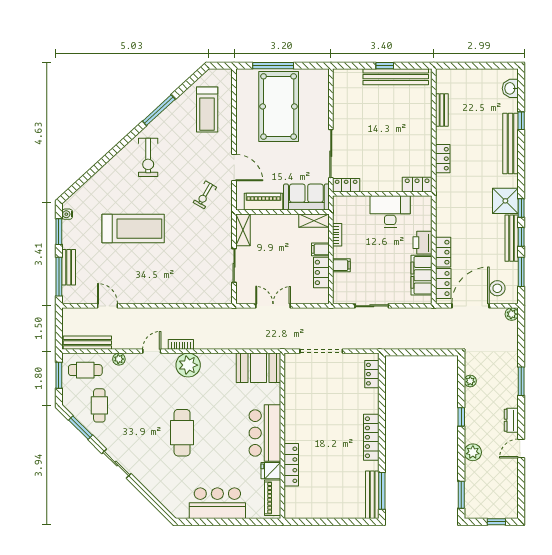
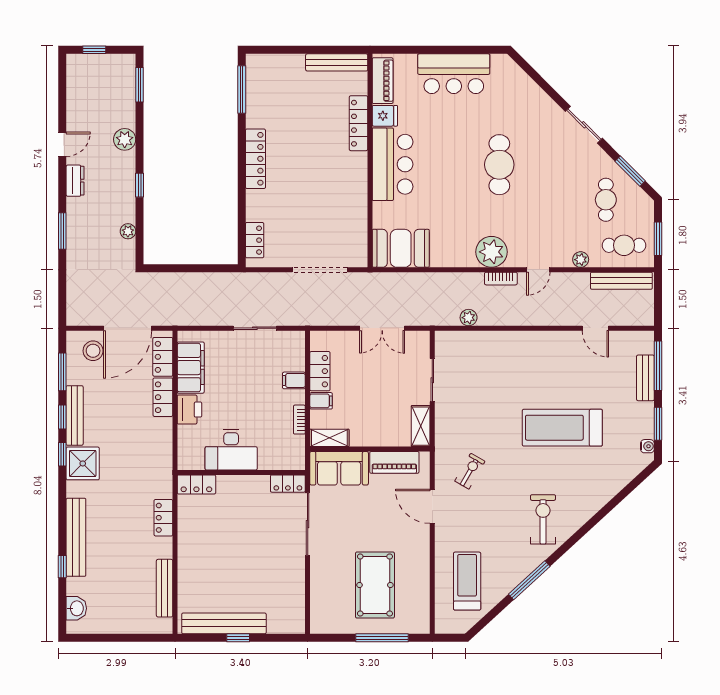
pool table: (279, 106) -> (375, 585), width x0.73, depth x0.76
bench: (442, 110) -> (165, 588), width x1.36
plant: (512, 314) -> (469, 318), moved
bench: (372, 495) -> (337, 62), moved, turned 90

